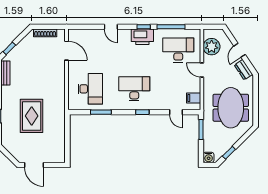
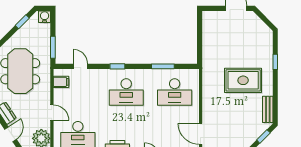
desk: (90, 89) -> (175, 92), turned -90
rug: (32, 116) -> (243, 80), moved, turned 90

